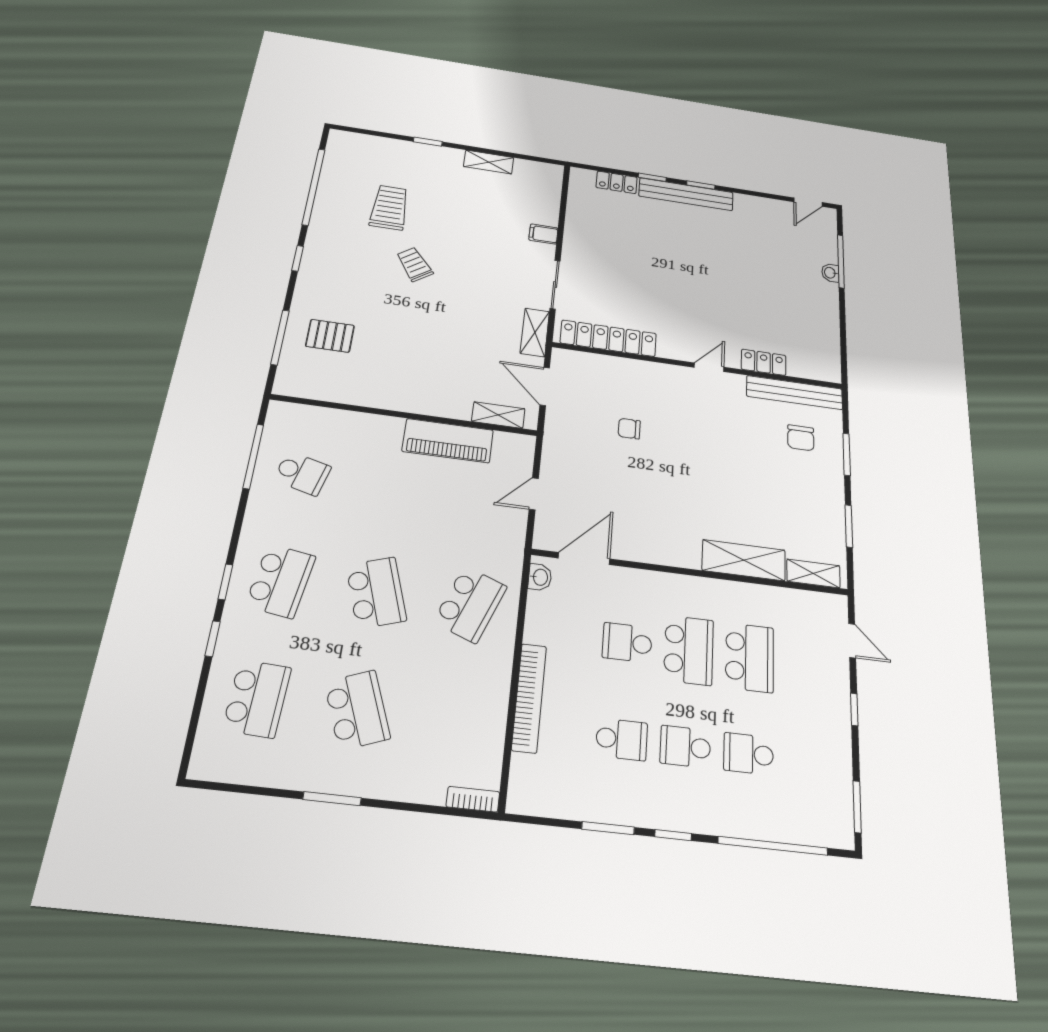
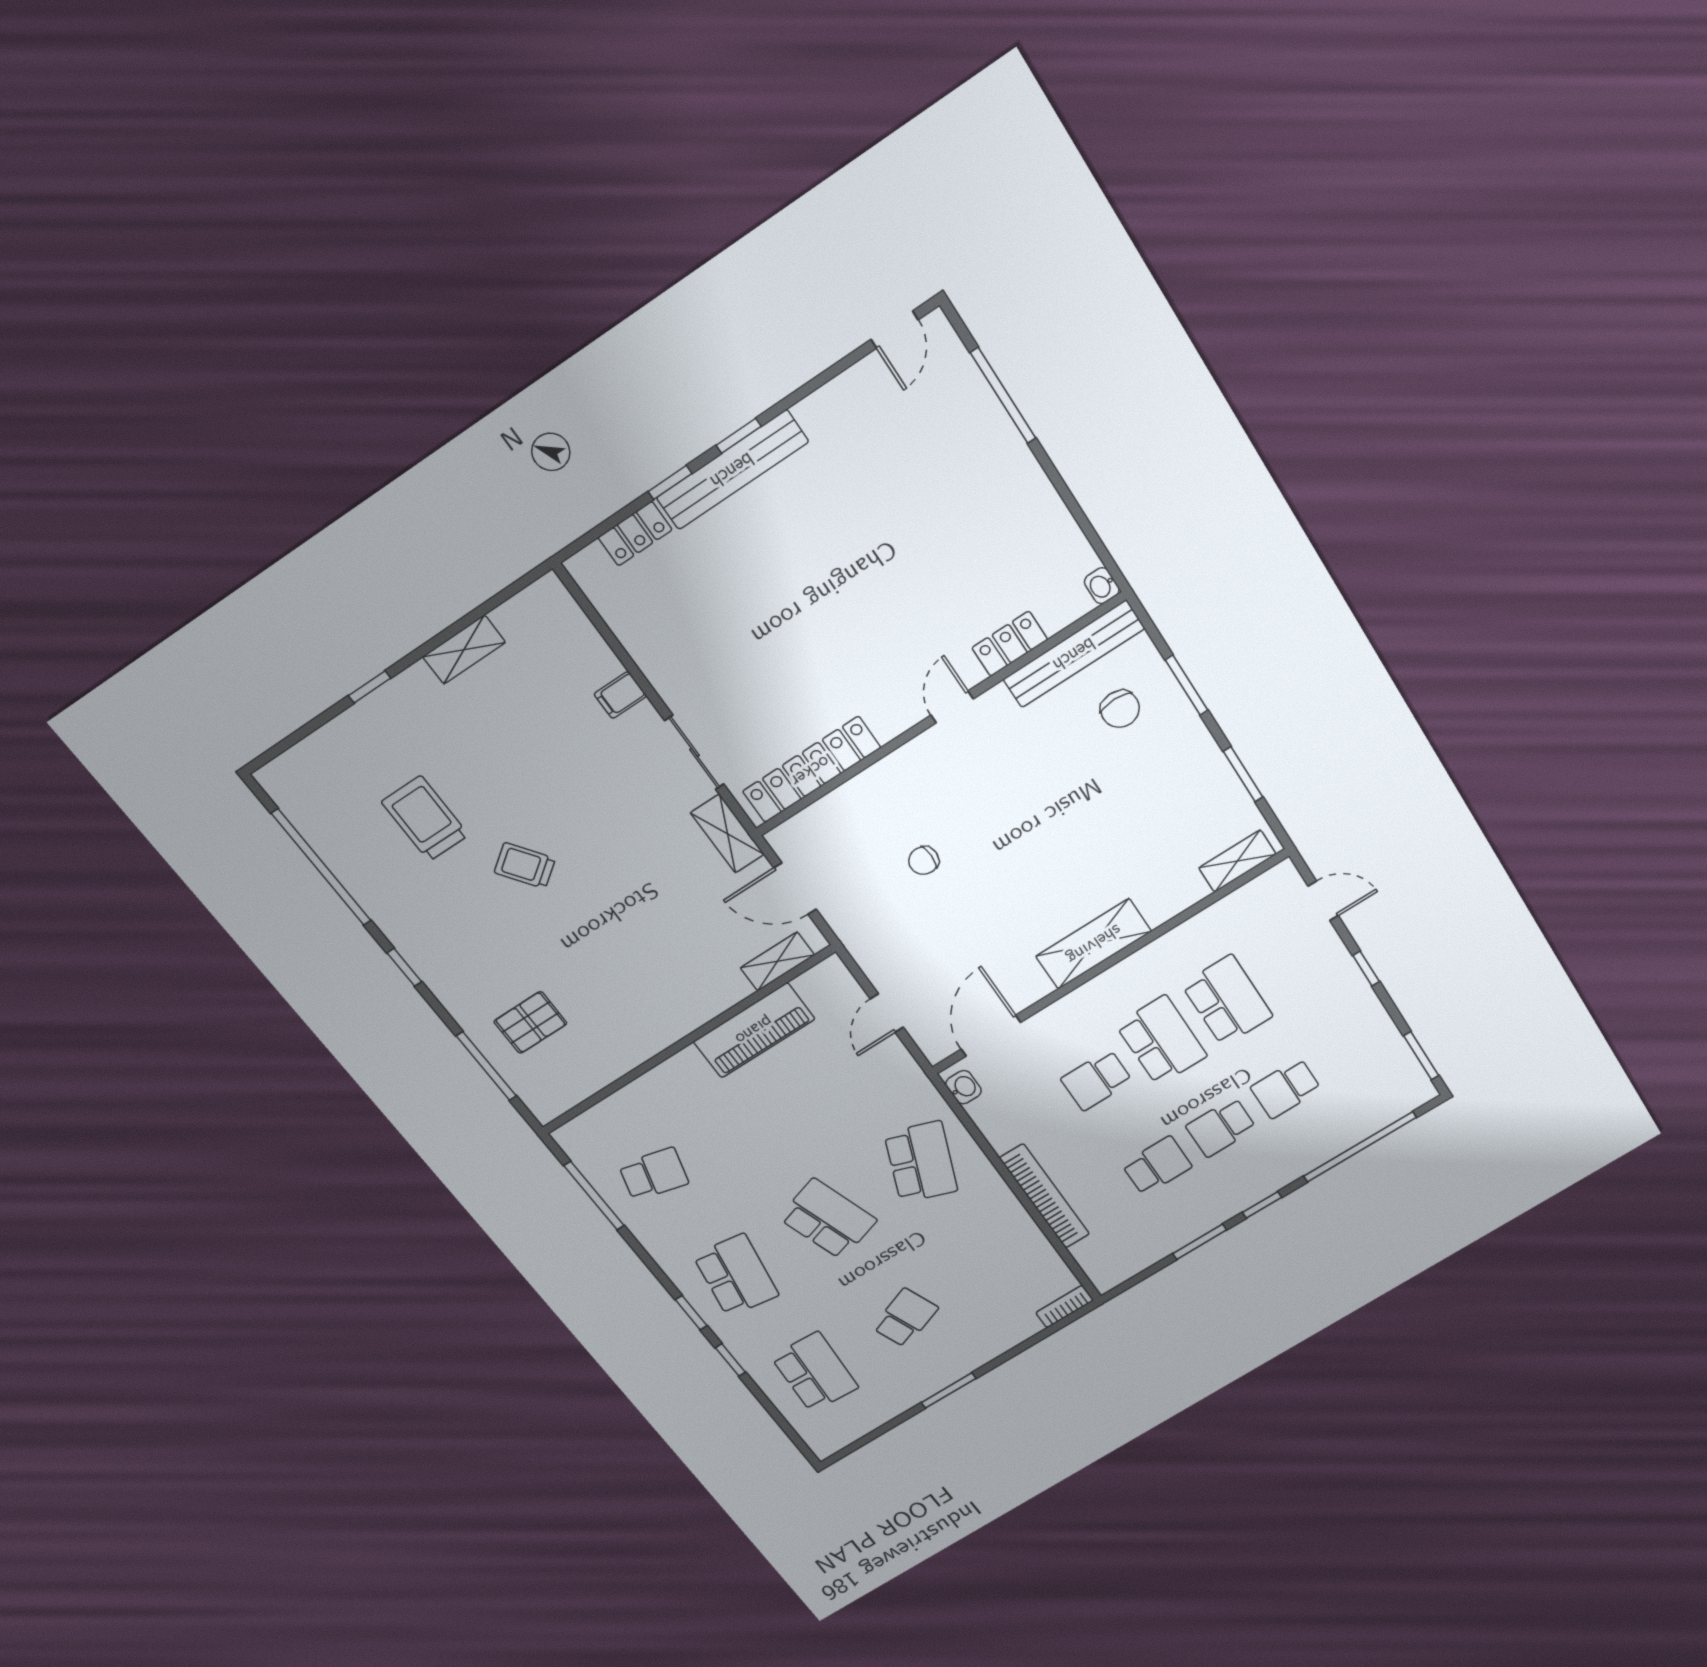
washbasin: (830, 273) -> (1102, 586), moved
shelving: (744, 560) -> (1094, 944), moved
school desk: (357, 710) -> (905, 1318), width x0.54

